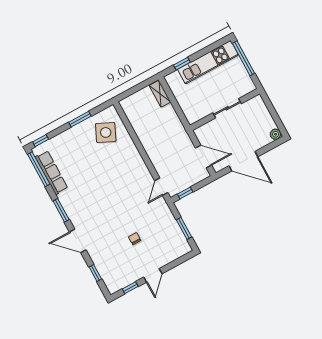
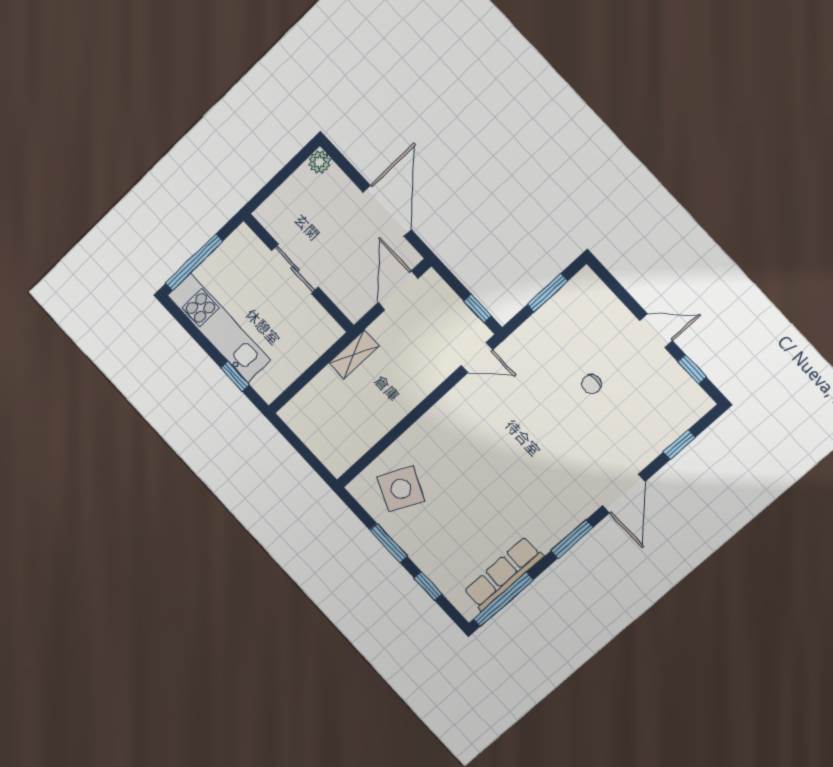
shelving: (160, 94) -> (354, 354), moved
window: (41, 141) -> (428, 586), moved

